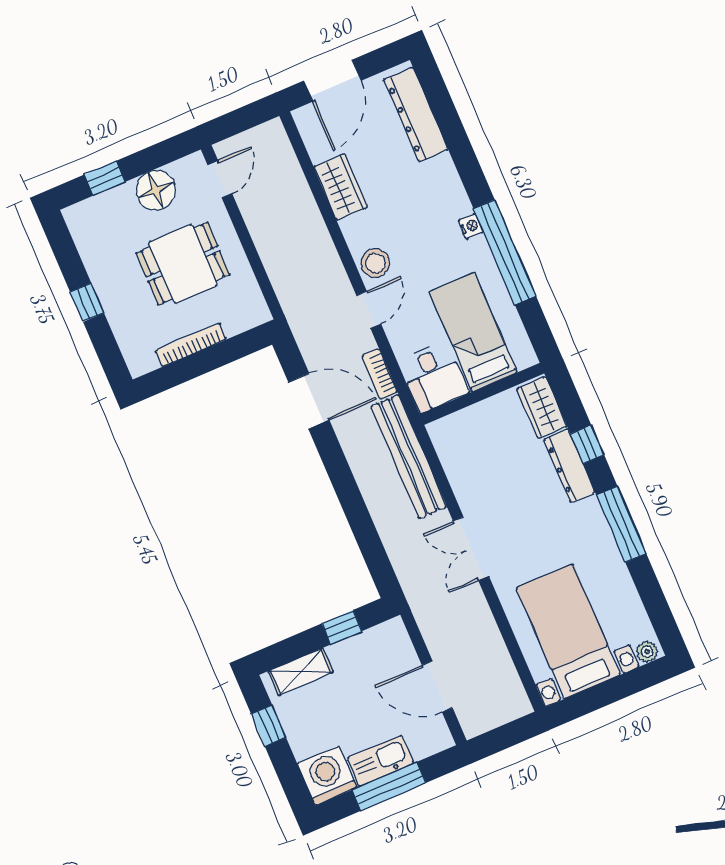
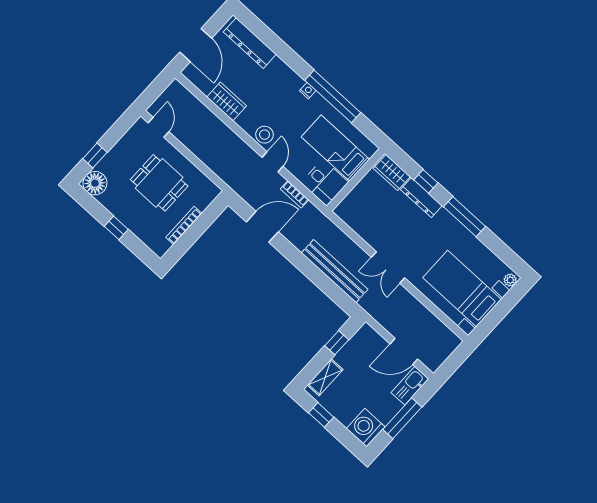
floor lamp: (156, 190) -> (95, 183), moved
dining table: (183, 264) -> (159, 183), turned 90
bench: (409, 457) -> (335, 271), moved
kitchen sink: (380, 761) -> (410, 386), moved

